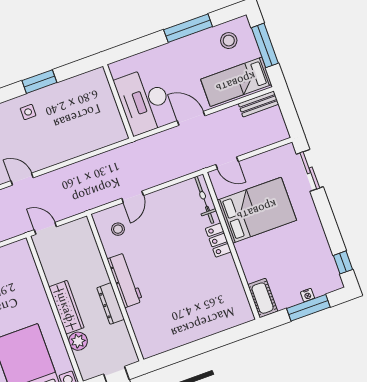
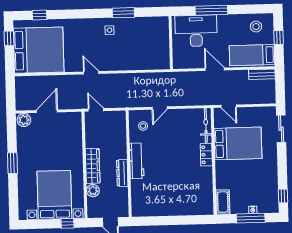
window: (188, 28) -> (211, 10), moved
window: (265, 45) -> (279, 38), width x0.46
desk: (144, 101) -> (196, 31), moved, turned 90

